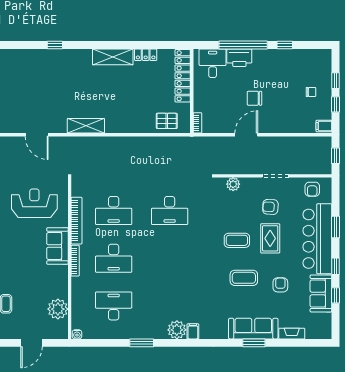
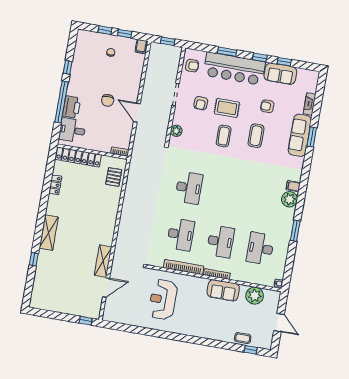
shelving: (113, 57) -> (49, 233), moved
shelving: (86, 126) -> (103, 261), moved
sofa: (57, 246) -> (223, 290), moved

